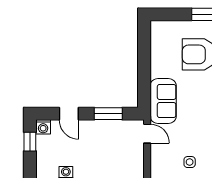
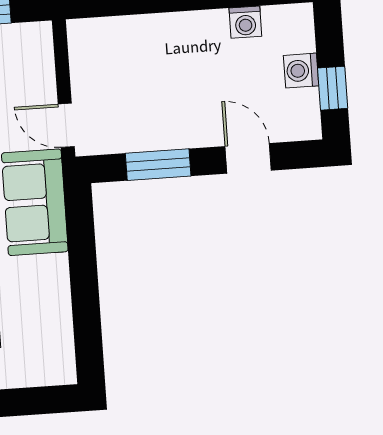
washing machine: (43, 127) -> (301, 71), moved, turned -90

